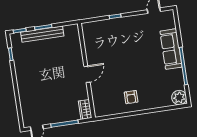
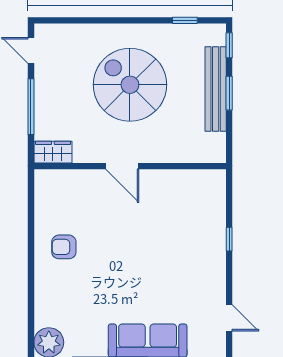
spiral stairs: (46, 77) -> (130, 85), added

